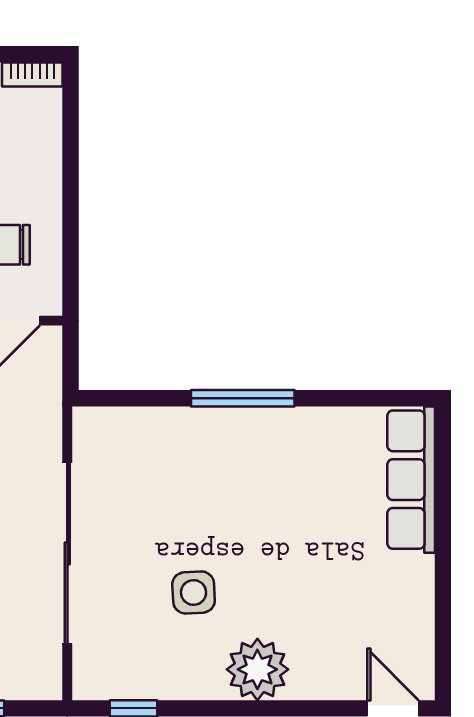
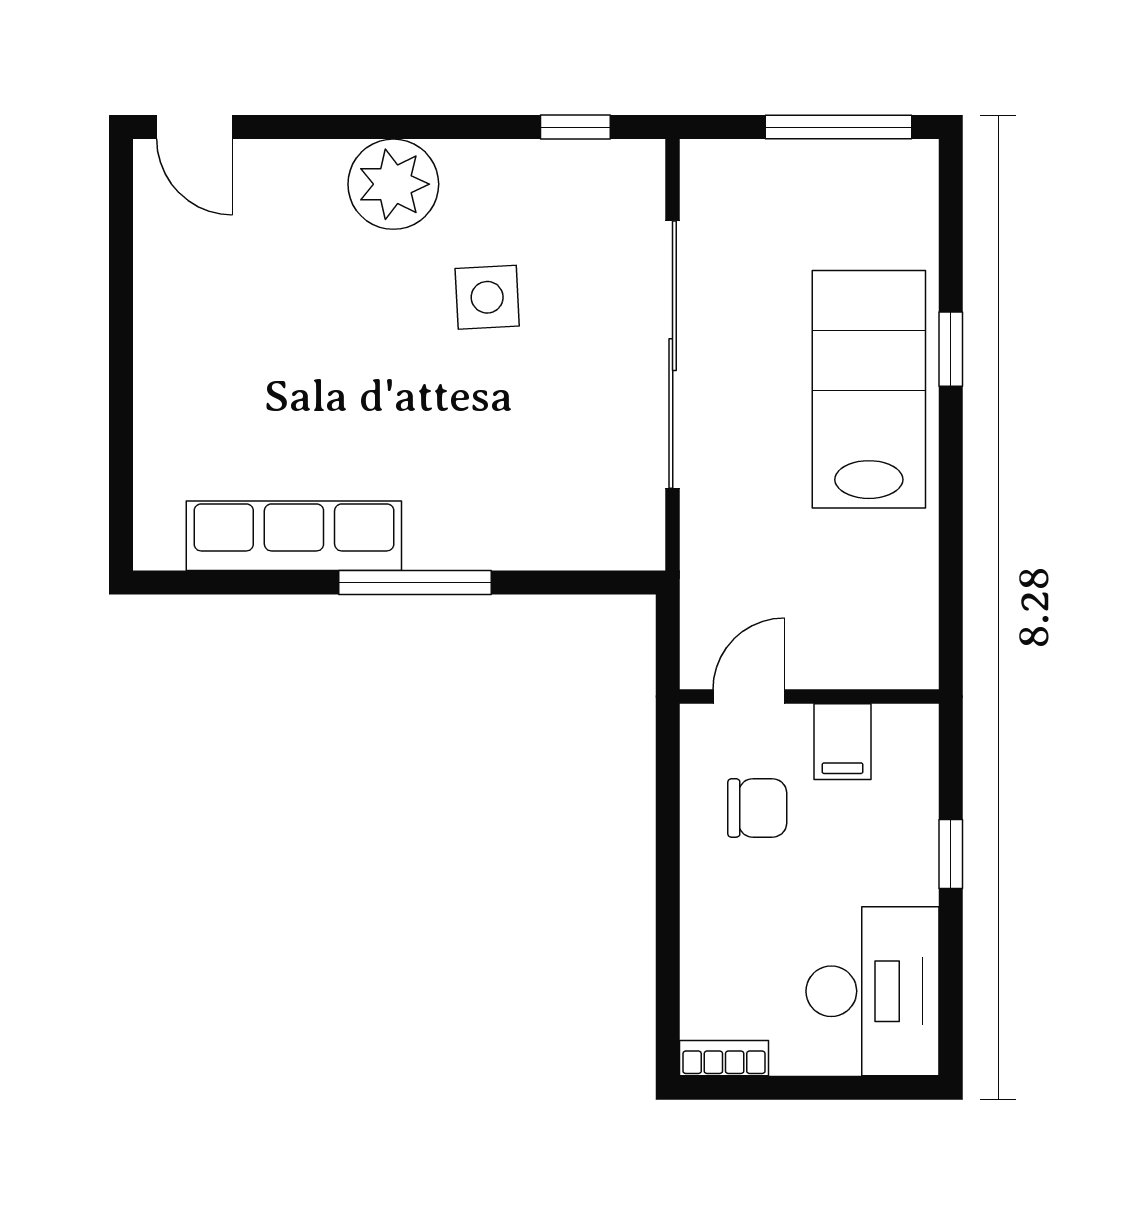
row of seats: (411, 480) -> (294, 536), moved, turned -90

